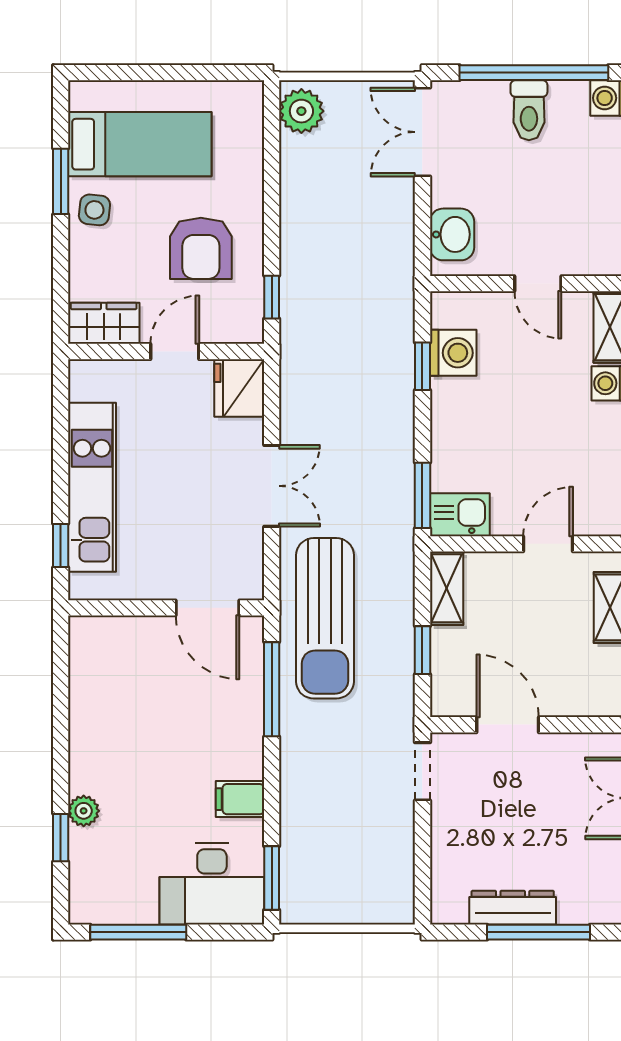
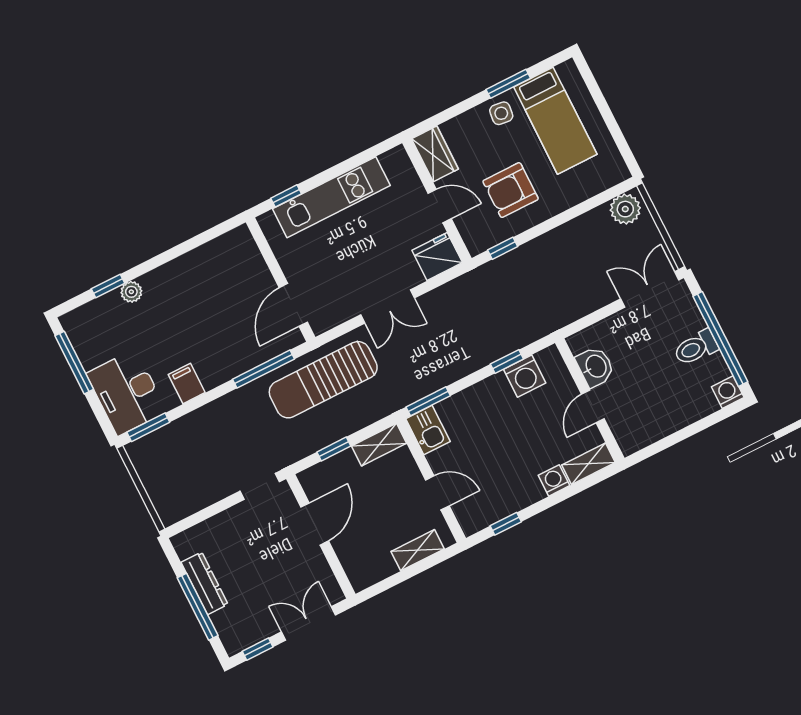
washbasin: (452, 234) -> (595, 367), moved, turned -90

